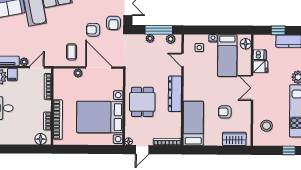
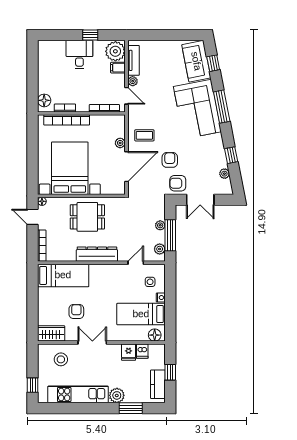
double door: (252, 88) -> (92, 342), moved
wardrobe: (234, 139) -> (51, 333), moved, turned -90

